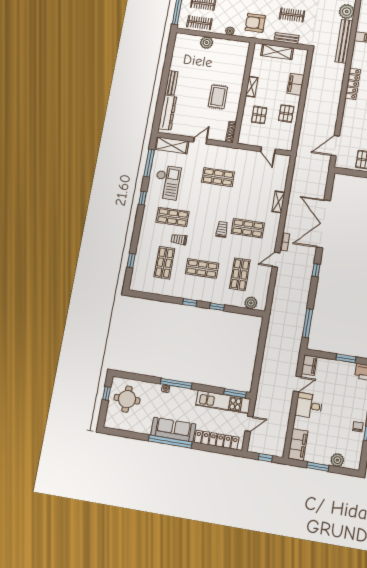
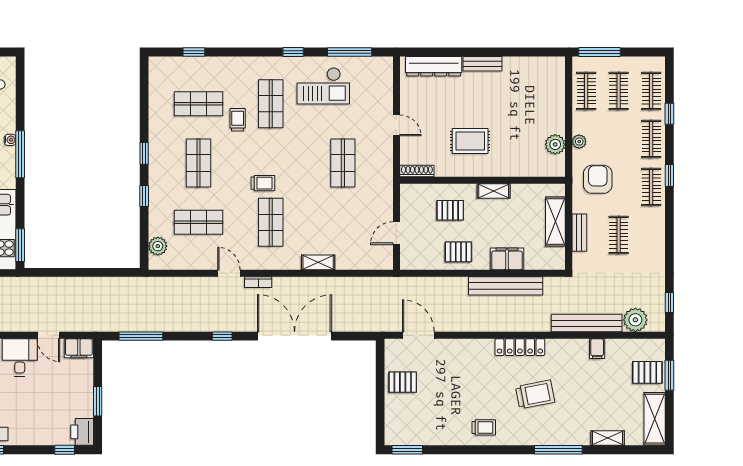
plant: (207, 43) -> (555, 144), moved
bench: (313, 87) -> (506, 286), added
shelving: (172, 145) -> (383, 82), removed

